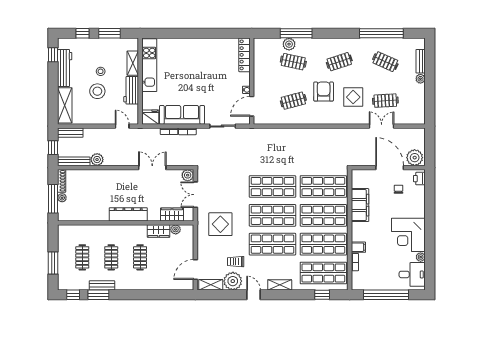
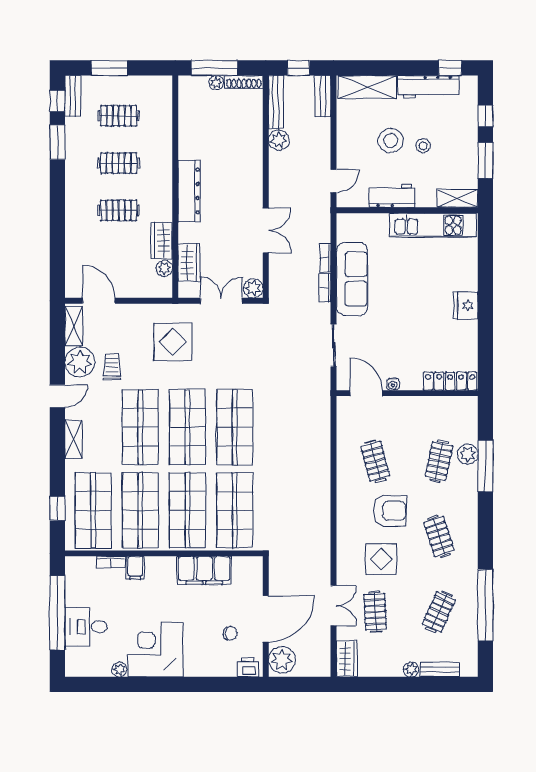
shelving: (133, 63) -> (458, 198), moved
fridge: (150, 117) -> (466, 305), moved, turned 180
wardrobe: (414, 118) -> (347, 659), added
desk: (412, 274) -> (86, 627), moved, turned 90
bench: (102, 285) -> (73, 96), moved

